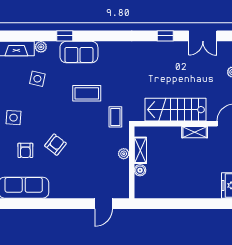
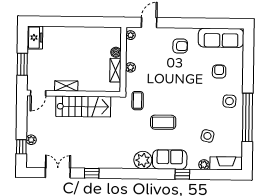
plant: (109, 51) -> (143, 160), added
armchair: (55, 145) -> (180, 46), moved, turned -128
plant: (124, 189) -> (131, 35), added

